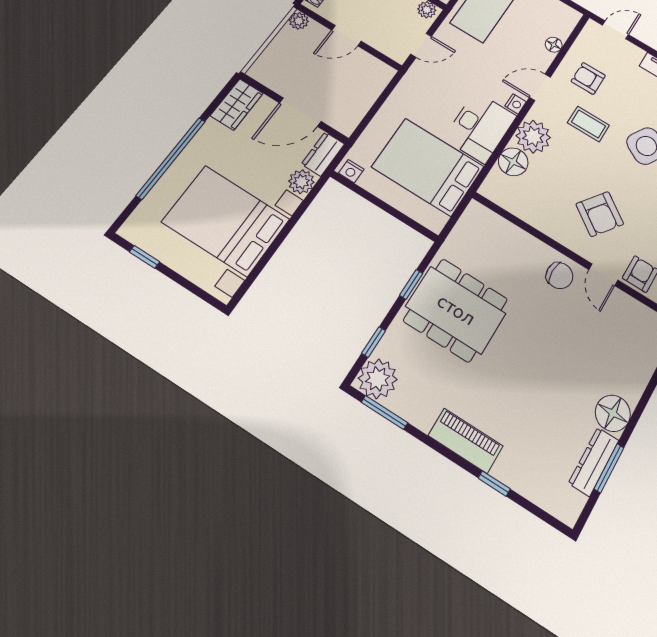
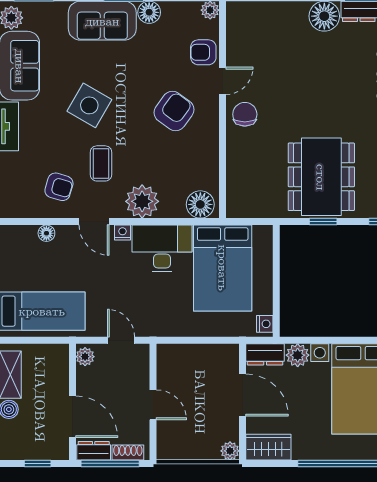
plant: (299, 21) -> (230, 451), moved
armchair: (588, 78) -> (59, 187), turned -74
floor lamp: (513, 162) -> (200, 204), moved

